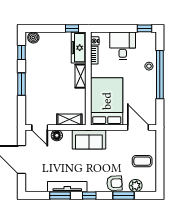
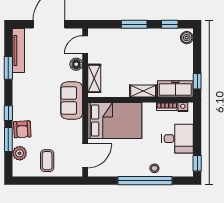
tv unit: (67, 187) -> (18, 50), moved
window: (89, 196) -> (8, 113), moved

